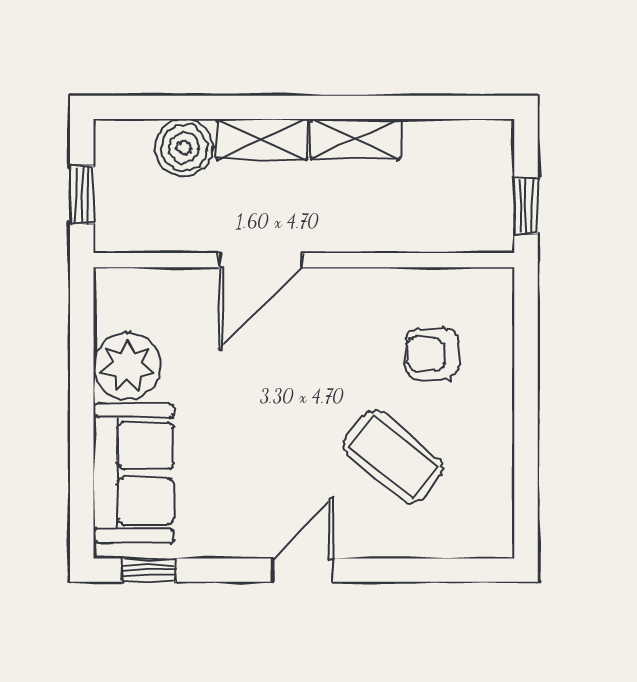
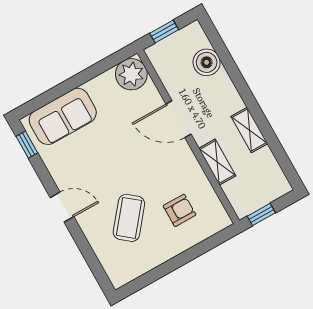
shelving: (262, 139) -> (217, 162), moved
armchair: (432, 354) -> (180, 210), turned 90
plant: (127, 366) -> (131, 74), moved

